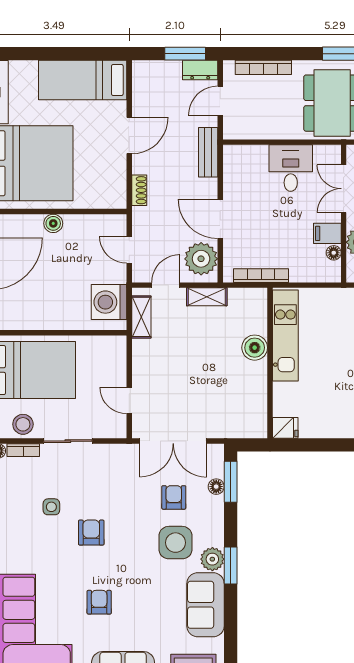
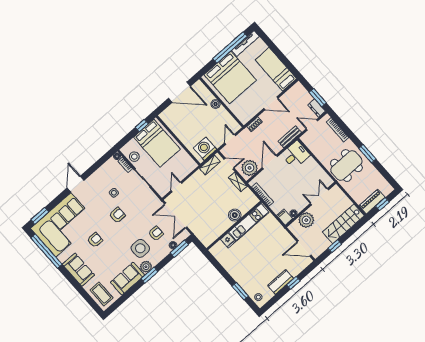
desk: (291, 168) -> (296, 155), moved
filing cabinet: (327, 233) -> (285, 217), moved
fridge: (285, 428) -> (228, 240), moved

